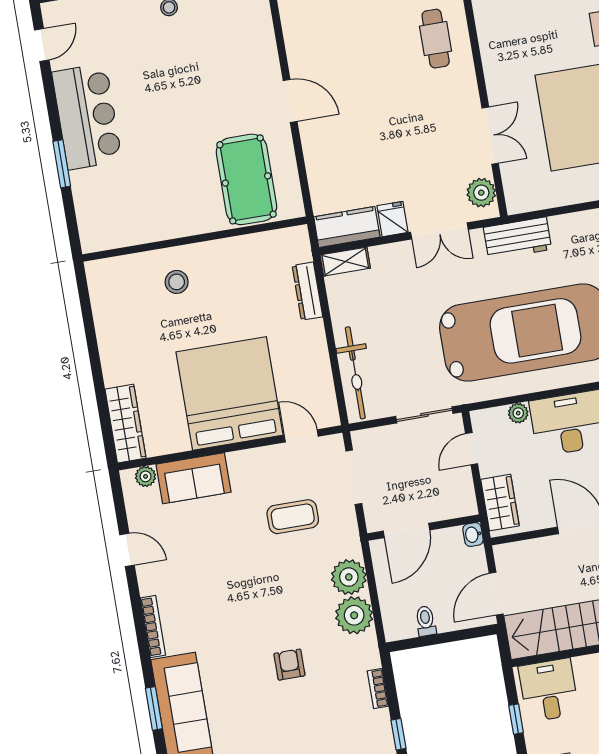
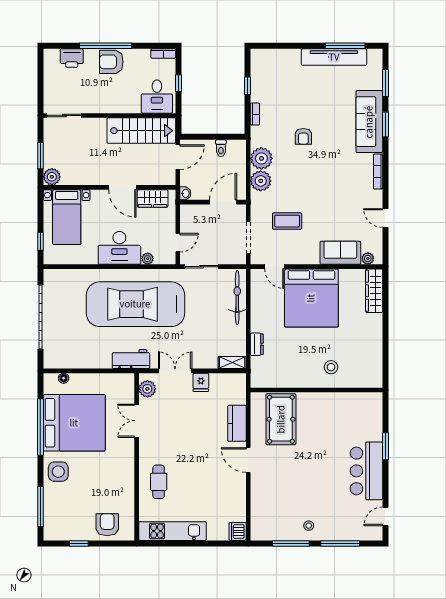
kitchen counter: (347, 227) -> (237, 423), moved, turned 90
dresser: (307, 291) -> (257, 344), width x0.70
wardrobe: (500, 503) -> (153, 198), moved, turned -90

